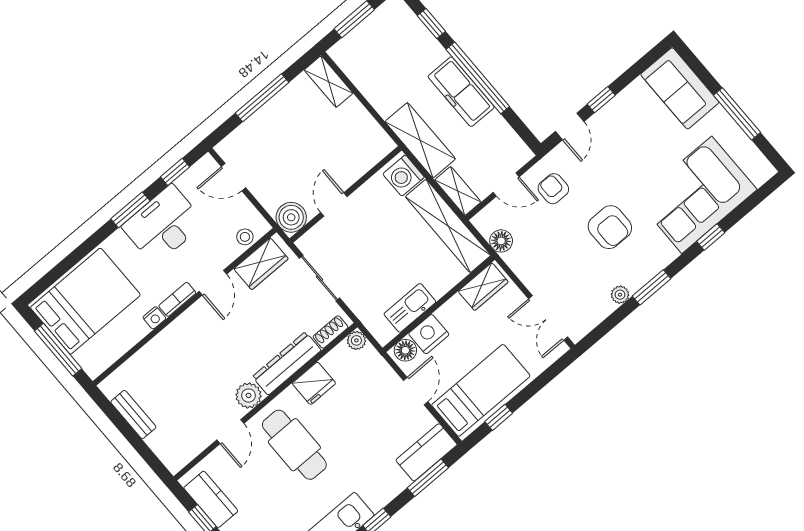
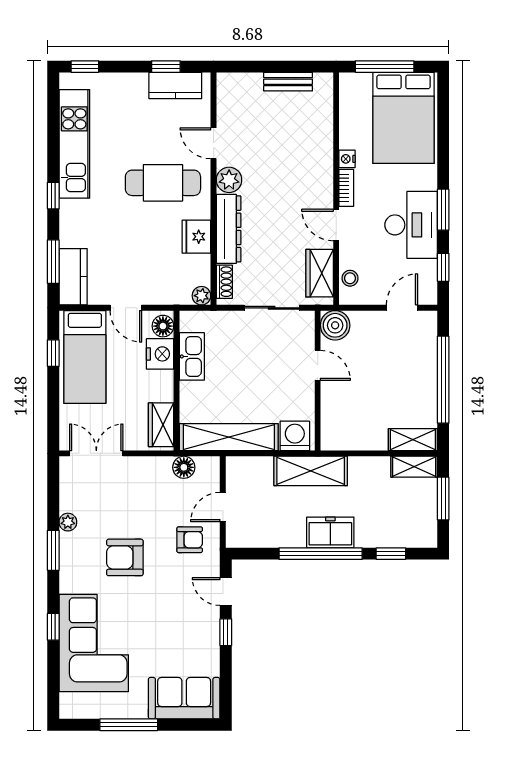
freezer: (461, 92) -> (330, 532), width x0.71
window: (262, 98) -> (443, 380), width x1.46
shelving: (458, 191) -> (414, 467), moved

